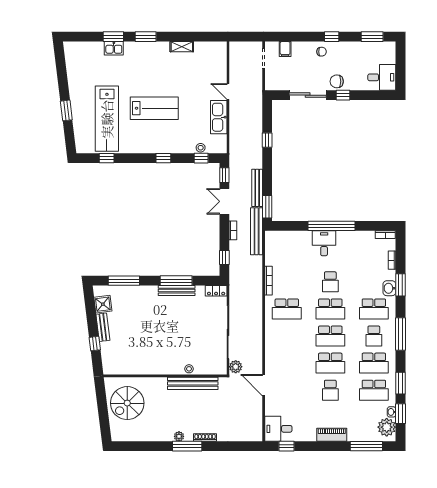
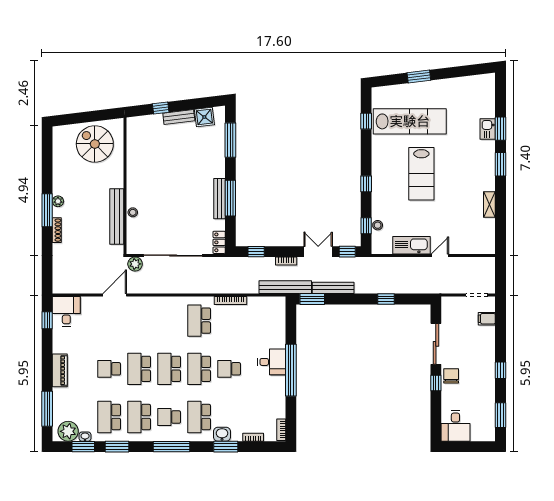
chair: (322, 52) -> (484, 359), removed
lab bench: (107, 119) -> (410, 121), turned 180

